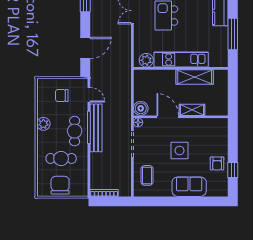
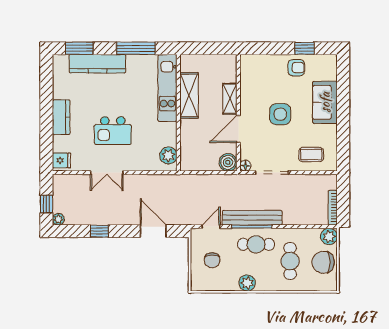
kitchen unit: (181, 60) -> (167, 88), moved
plant: (81, 190) -> (329, 236), added

